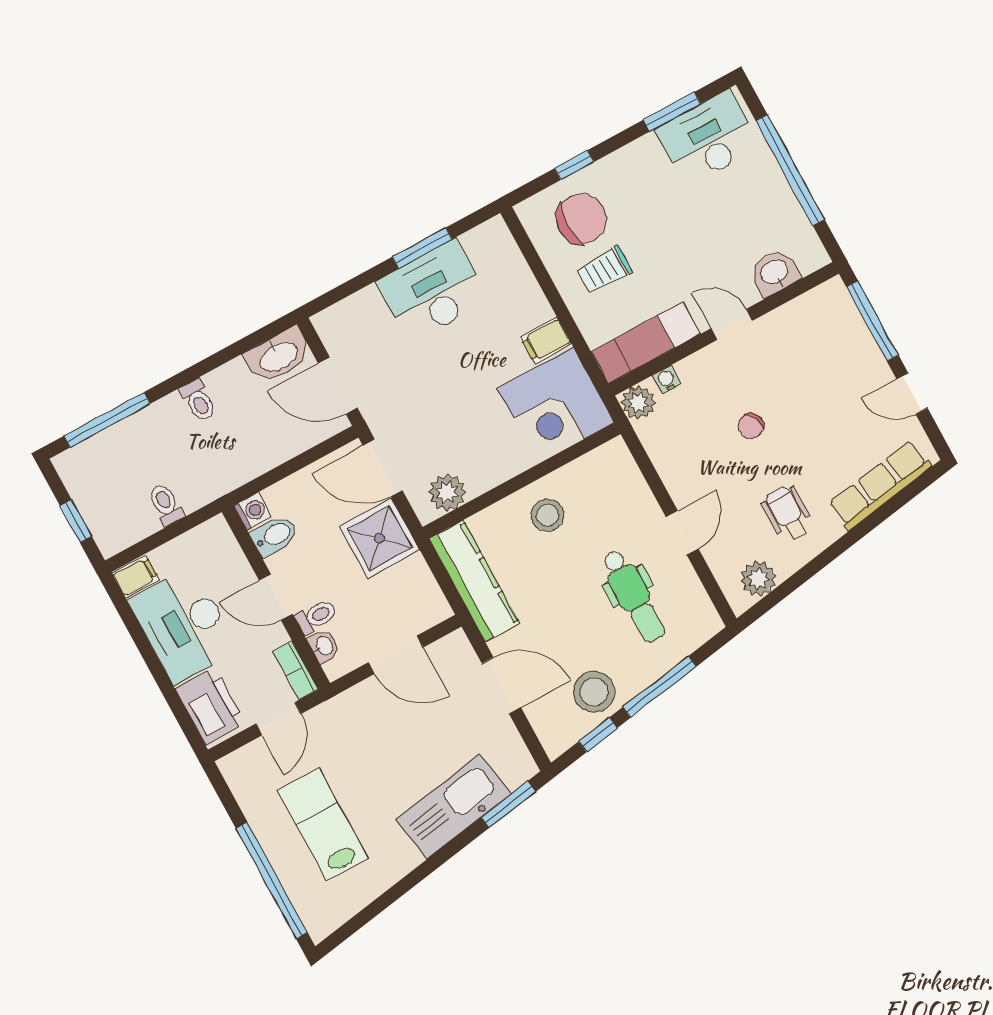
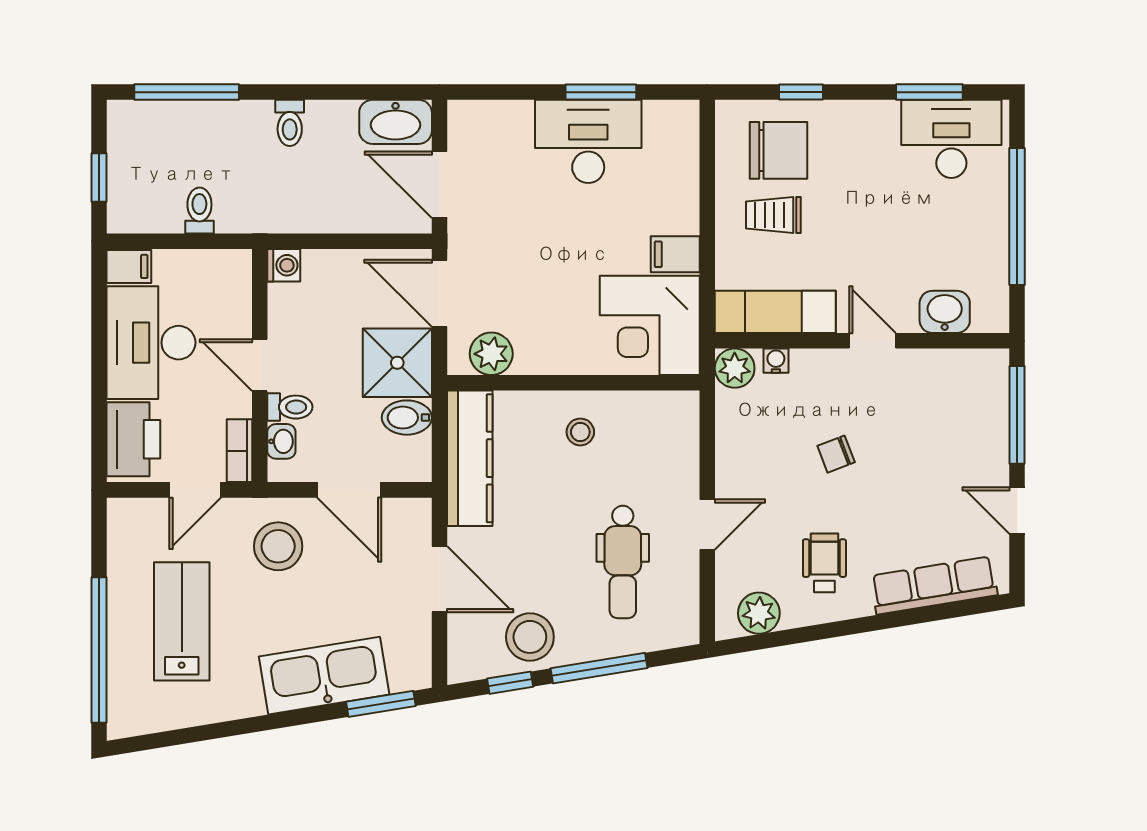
stool: (547, 515) -> (580, 432), width x0.73, depth x0.73
bidet: (274, 536) -> (407, 418), moved, turned 180
stool: (365, 727) -> (278, 546), added

